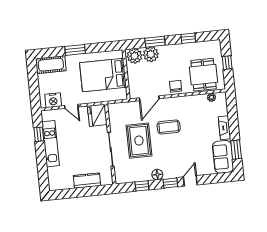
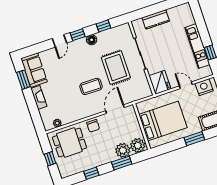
dining table: (204, 75) -> (69, 143), turned 90

